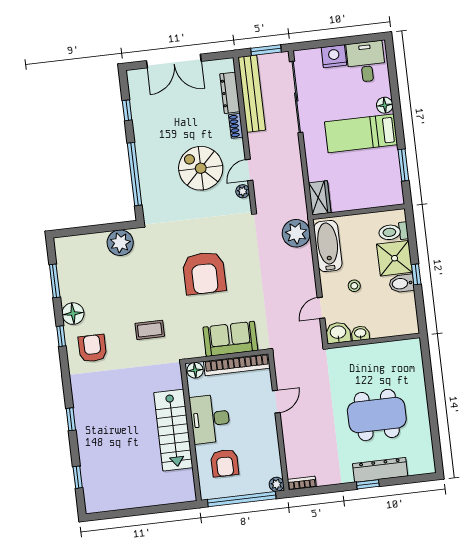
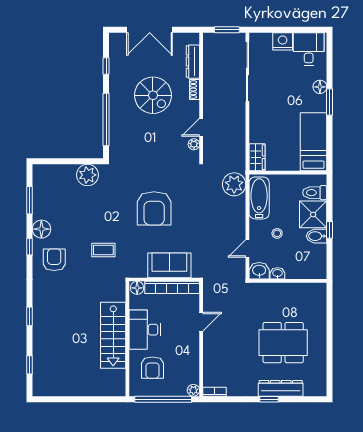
bench: (252, 94) -> (211, 64), removed
bed: (361, 133) -> (314, 142), moved, turned 90
window: (403, 165) -> (330, 102), moved
spiral stairs: (201, 168) -> (153, 95), moved, turned 180

